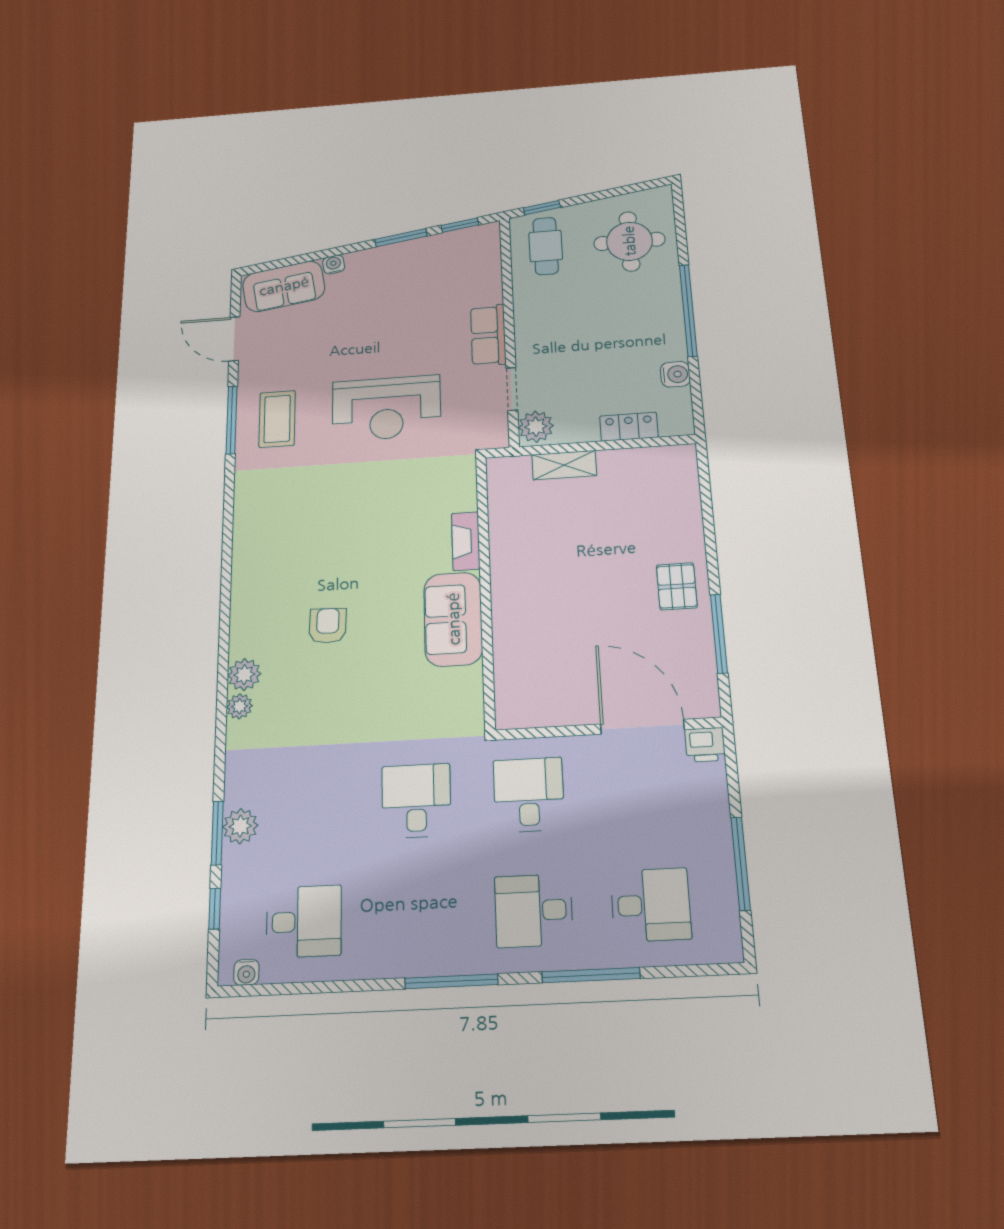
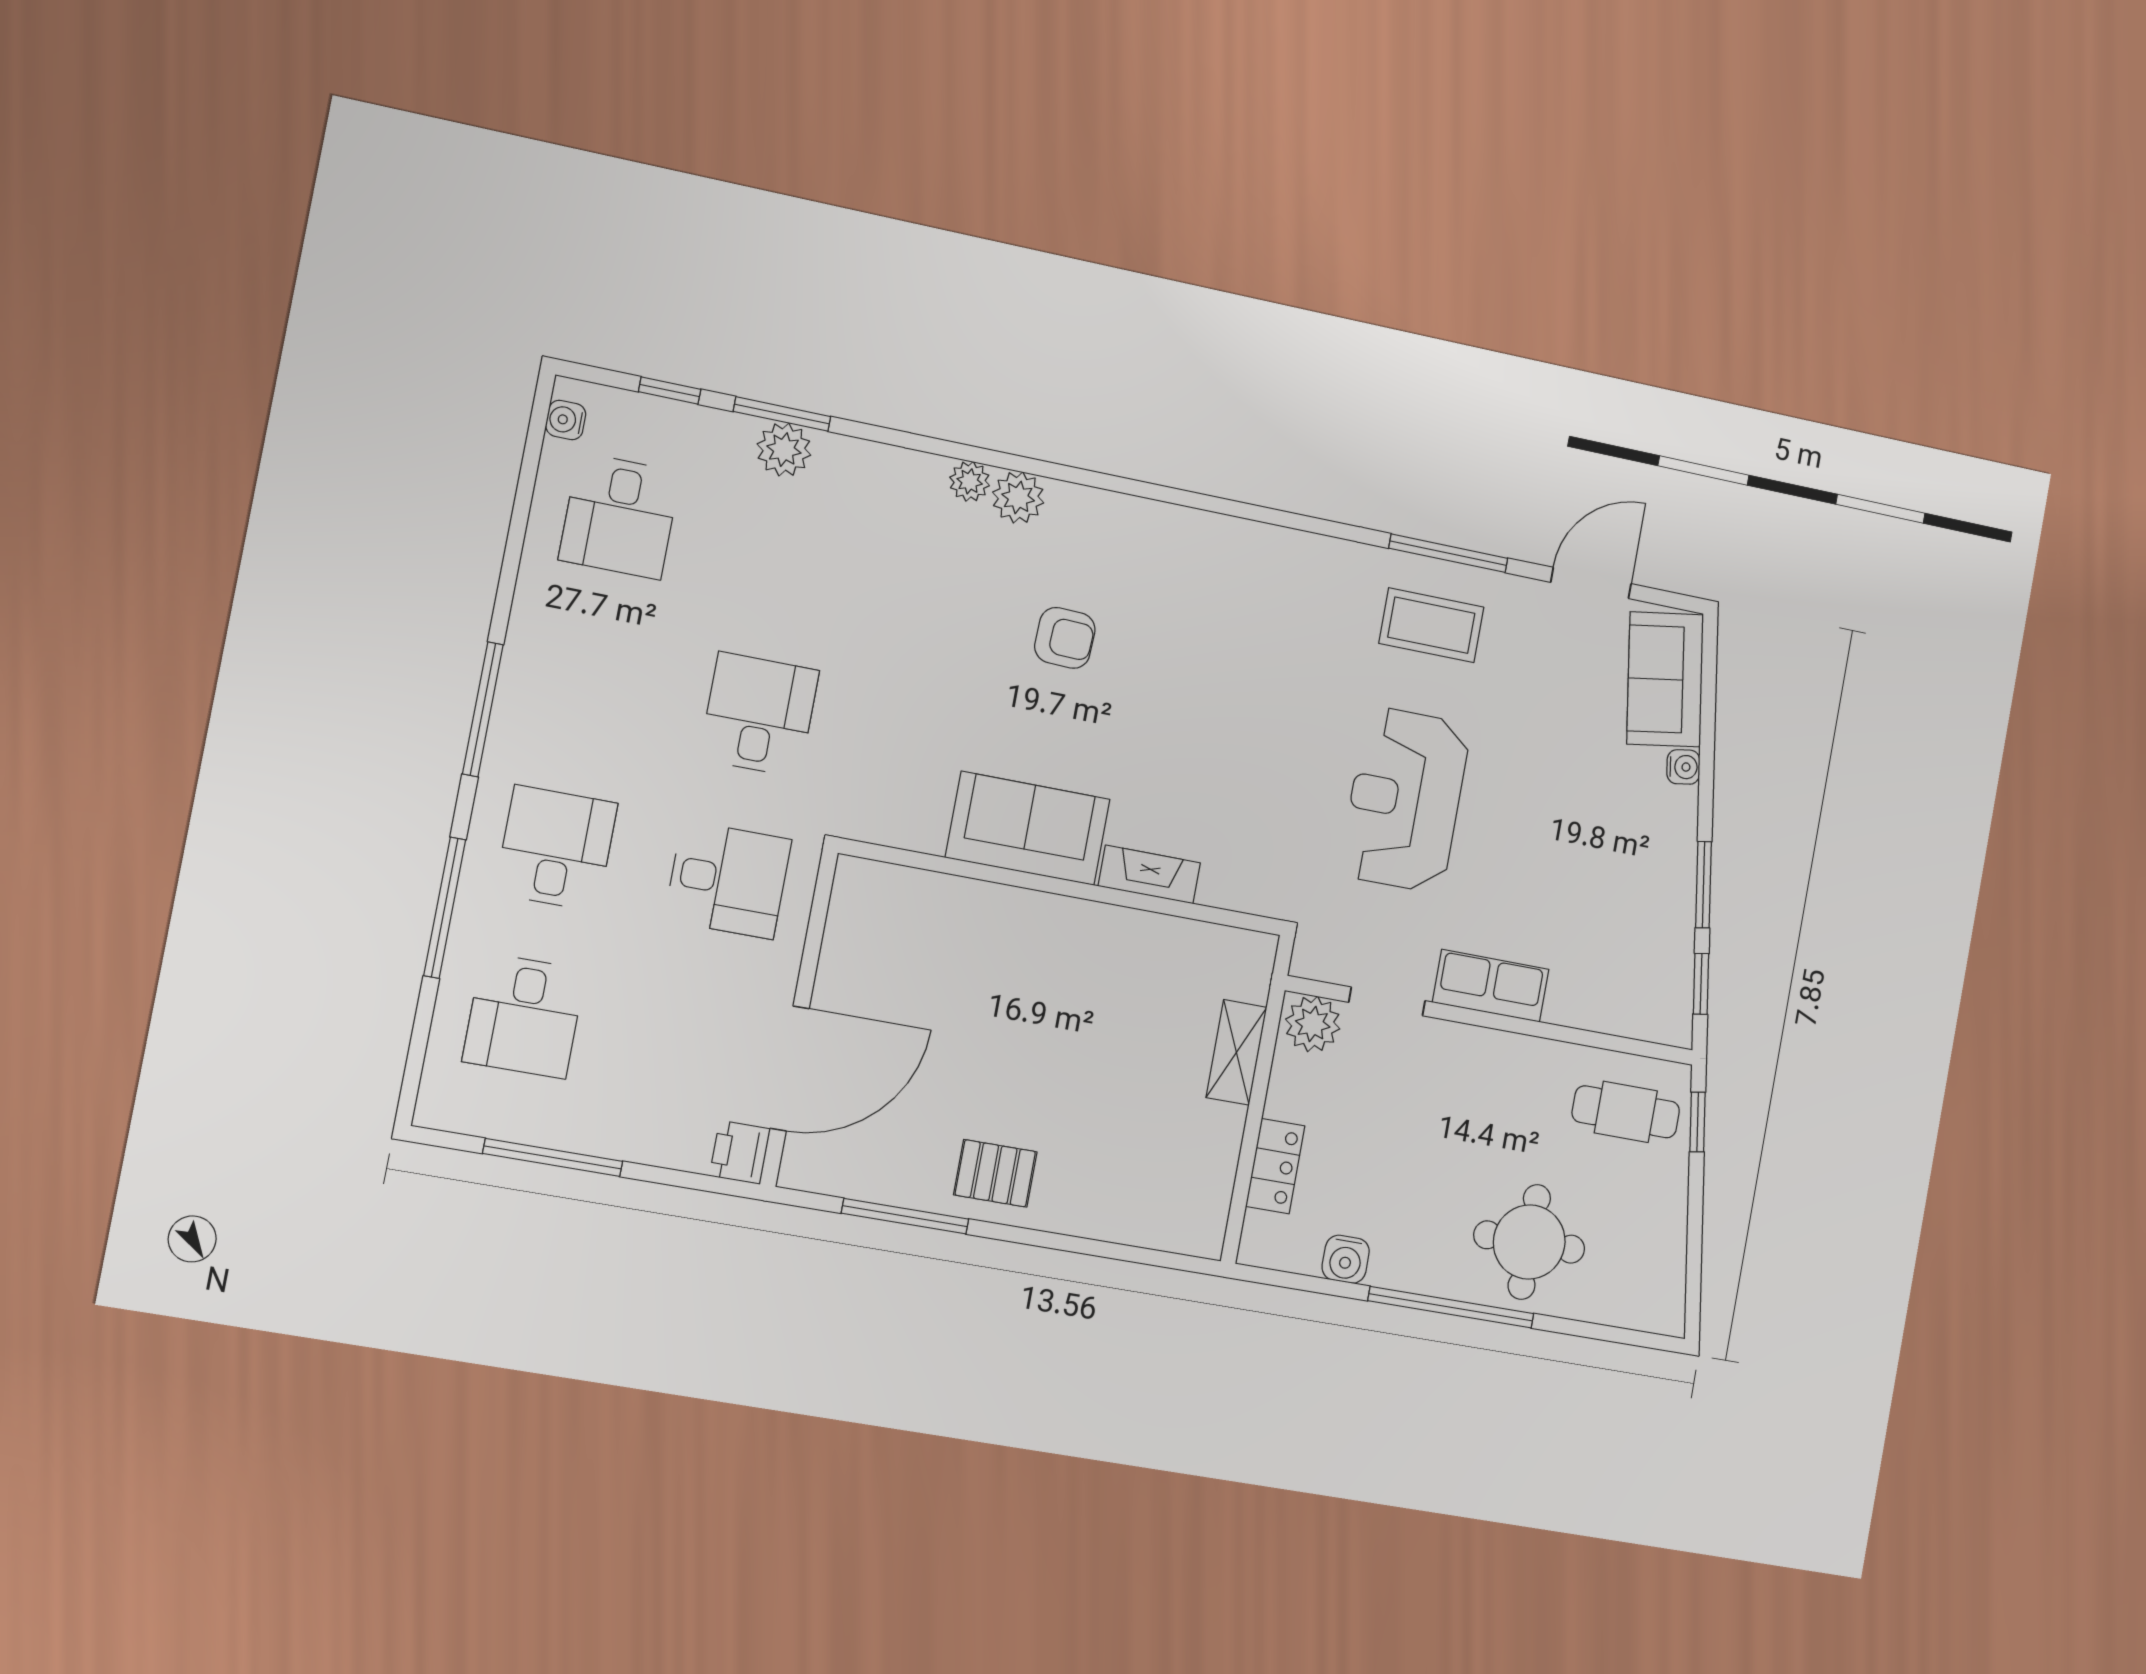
round table: (629, 241) -> (1529, 1242), moved
desk: (416, 801) -> (759, 715), turned -90

